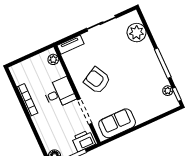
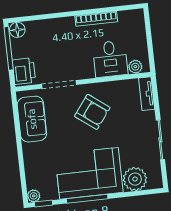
corner sofa: (143, 68) -> (89, 173), added
armchair: (97, 80) -> (92, 112), turned 66
plant: (168, 91) -> (34, 196), moved
desk: (59, 93) -> (110, 59), moved

